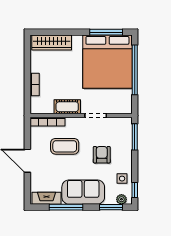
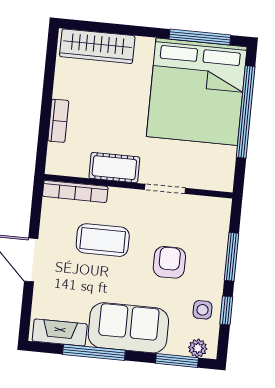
window: (135, 137) -> (231, 257), moved
window: (135, 190) -> (226, 310), moved

